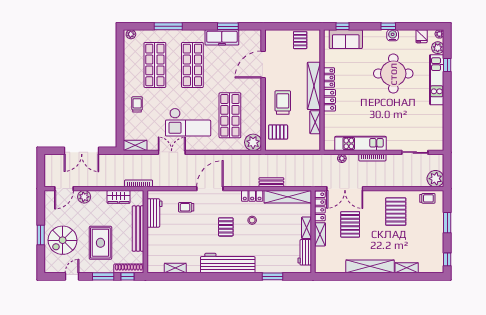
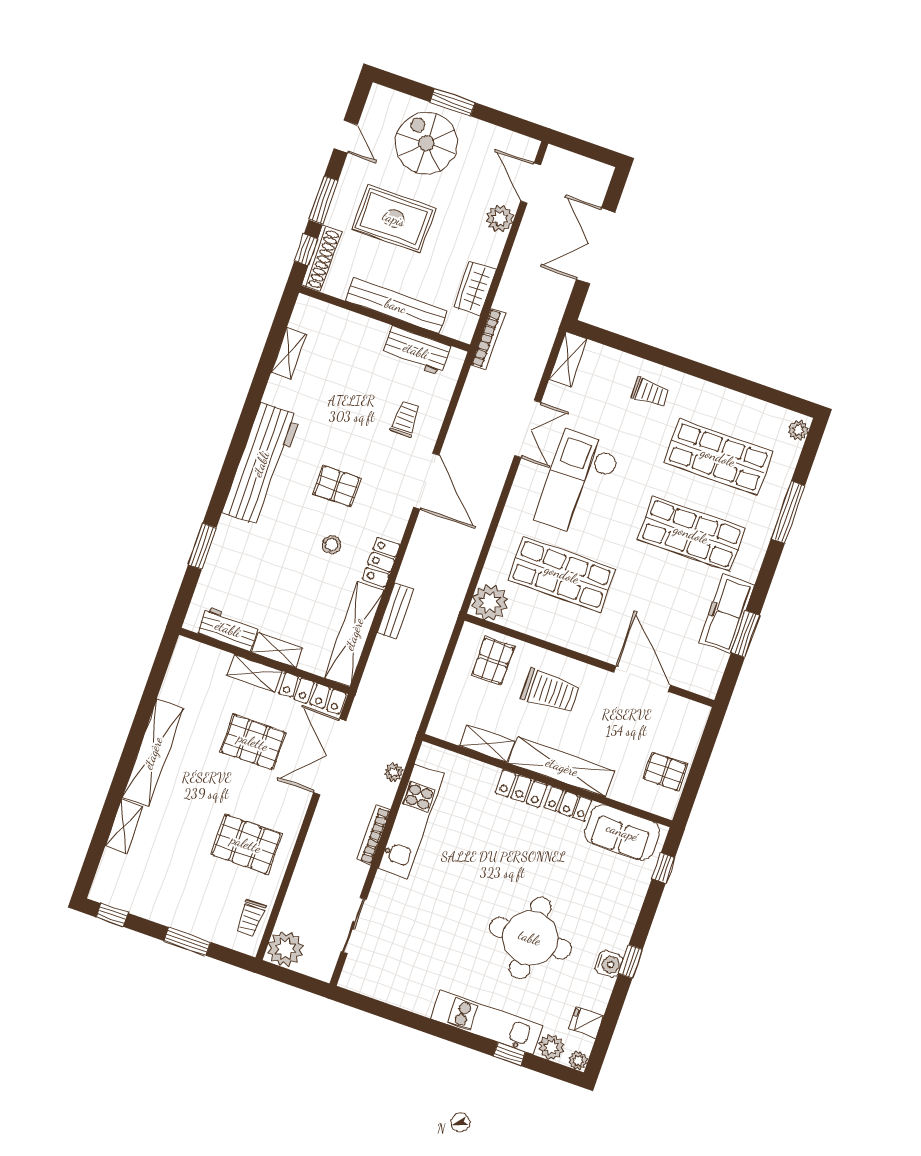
sofa: (346, 39) -> (622, 832), moved, turned -90

